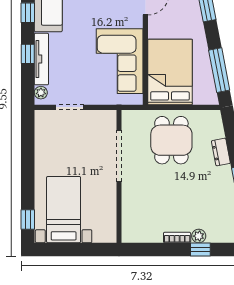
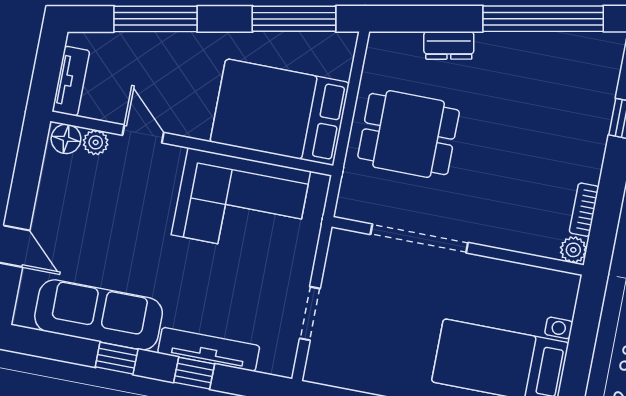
plant: (41, 93) -> (272, 363), removed
plant: (199, 236) -> (573, 250), moved
bookcase: (177, 237) -> (584, 210), moved

